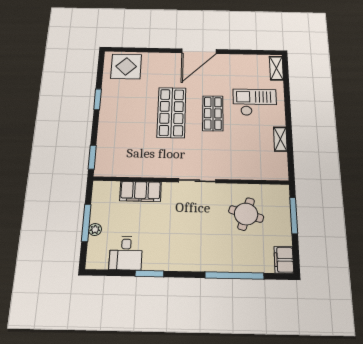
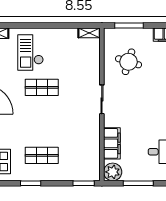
shop shelf: (172, 112) -> (42, 155), moved, width x0.70, depth x0.74
shelving: (280, 139) -> (89, 33), moved
plant: (95, 229) -> (113, 172), moved, width x1.88, depth x1.88

